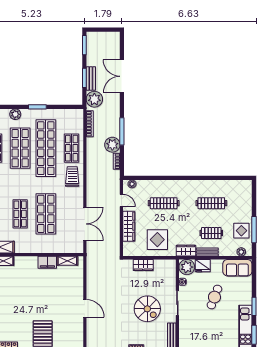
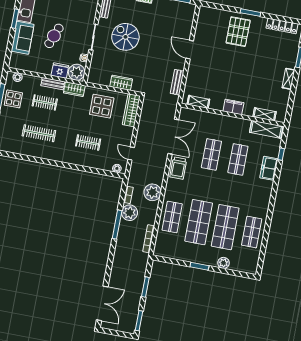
double door: (122, 76) -> (102, 303), moved
bench: (91, 79) -> (177, 82), moved
plant: (94, 99) -> (153, 192), moved
shop shelf: (46, 148) -> (199, 222), width x0.71
trolley: (72, 177) -> (178, 168), moved
clothes rail: (164, 203) -> (88, 143), width x0.73
shop shelf: (46, 214) -> (211, 154), width x0.70, depth x0.74
double door: (85, 224) -> (173, 137), swing flipped
wardrobe: (129, 226) -> (131, 110), moved
filing cabinet: (47, 262) -> (233, 107), moved
sofa: (237, 268) -> (23, 38), moved, turned 90

